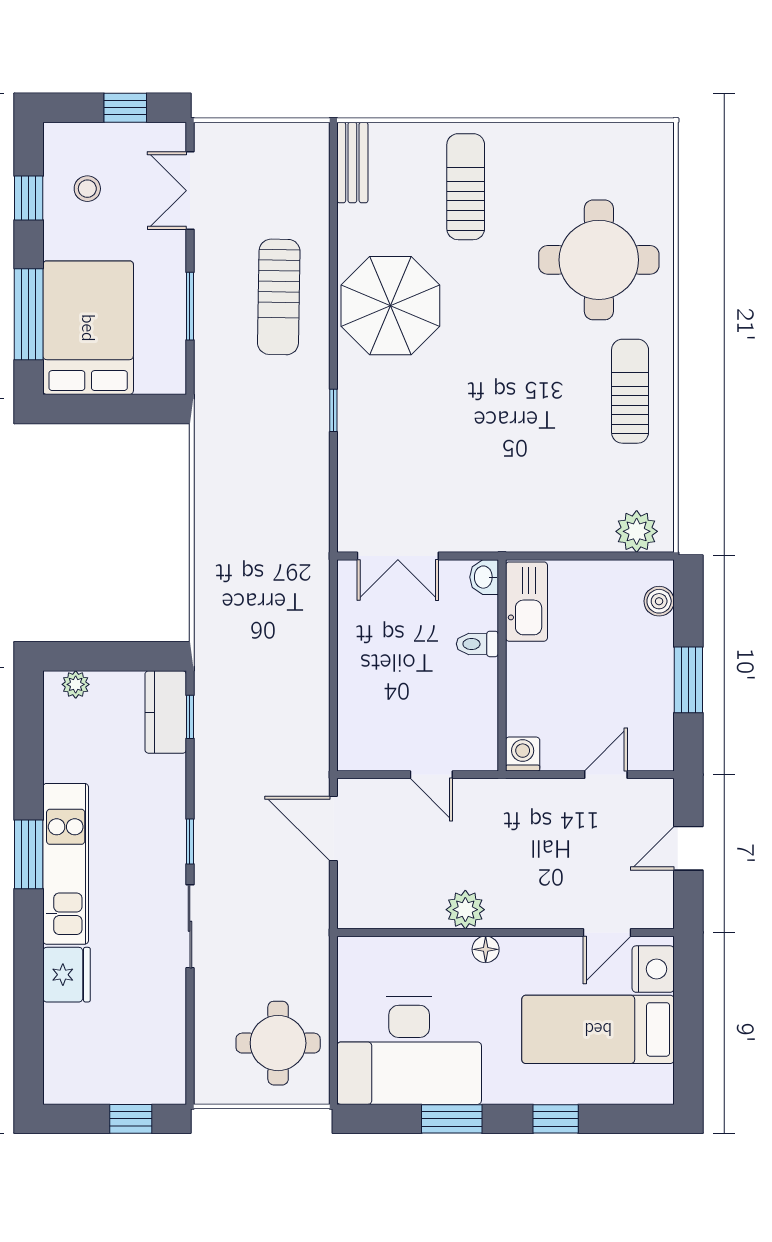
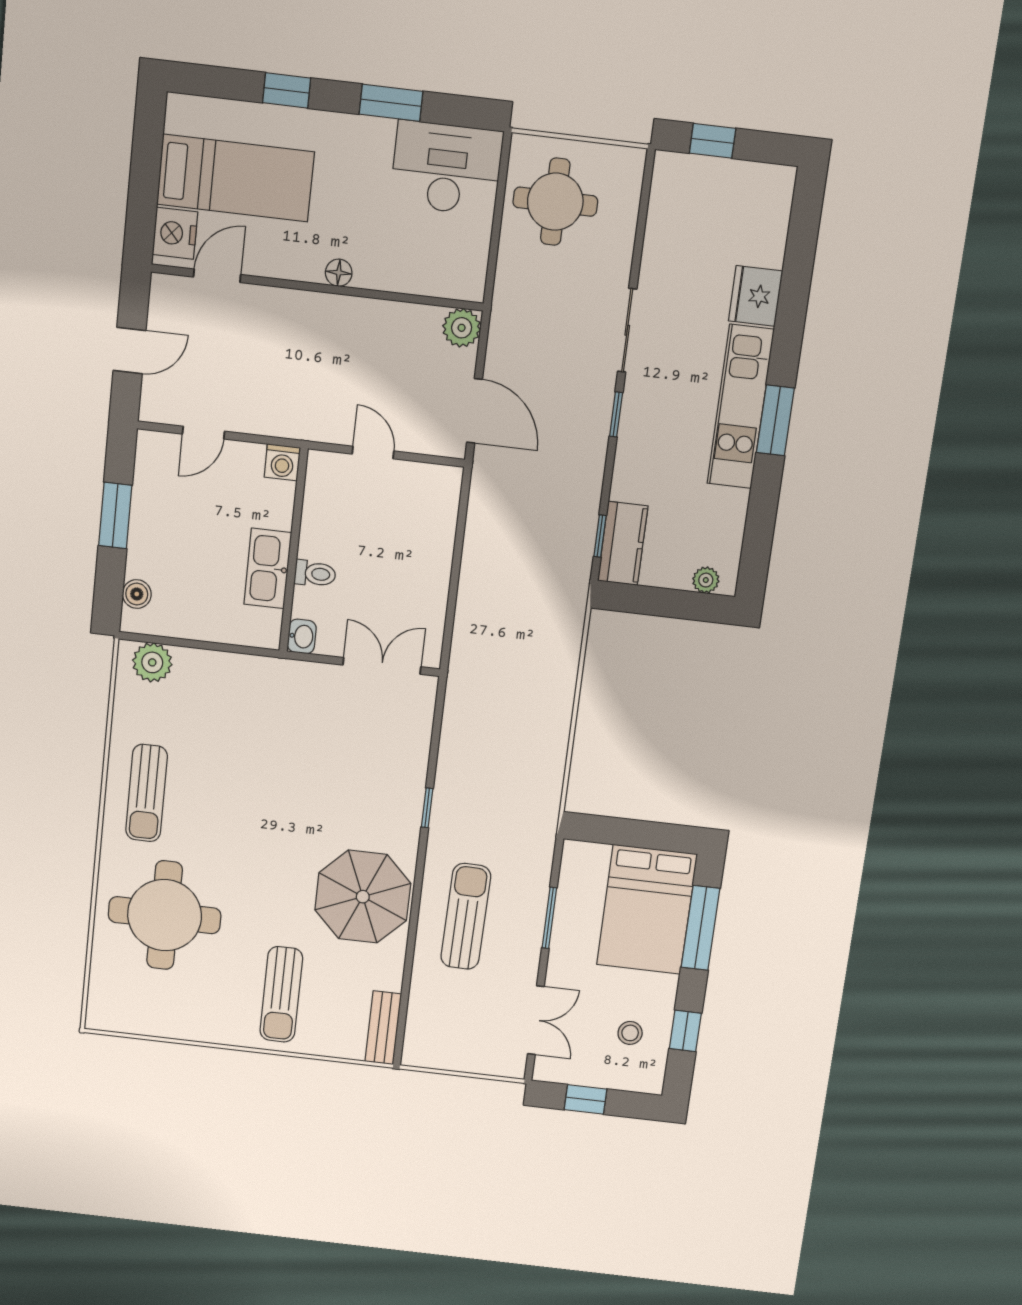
kitchen sink: (526, 602) -> (268, 568), moved
plant: (465, 910) -> (462, 328), moved
desk: (409, 1051) -> (446, 168), width x0.73, depth x0.77

